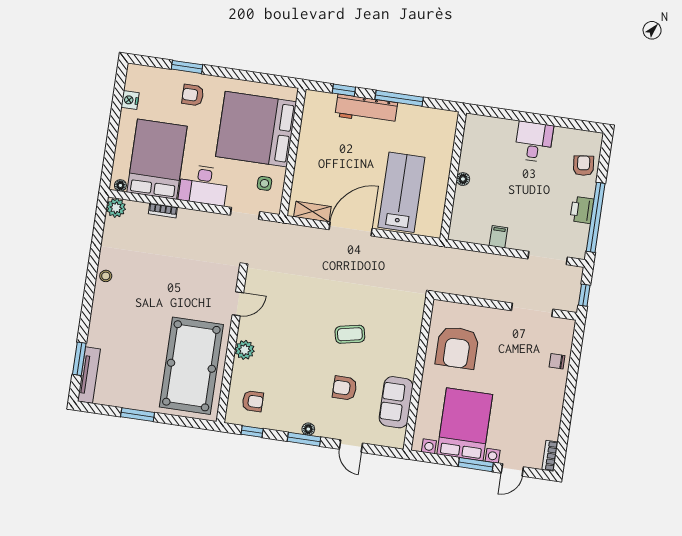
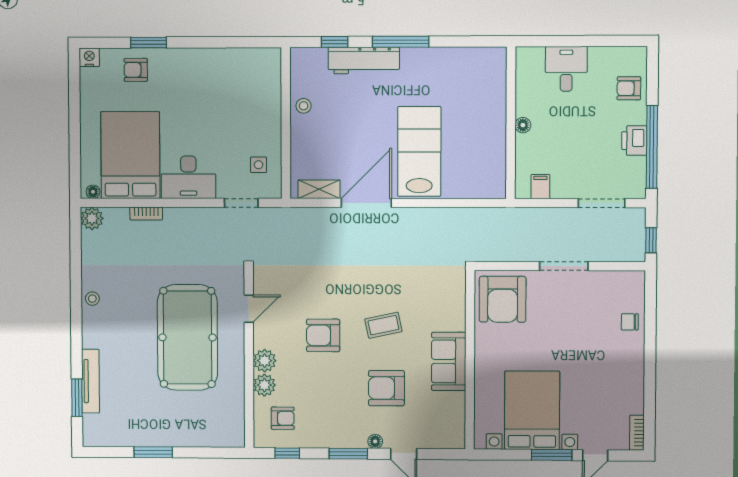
armchair: (193, 95) -> (136, 70), moved
nightstand: (130, 100) -> (89, 57), moved, turned 90
bed: (256, 129) -> (239, 103), removed
stool: (310, 140) -> (304, 106), added
armchair: (584, 166) -> (629, 88), turned -83
wall: (453, 176) -> (511, 123), moved
floor lamp: (463, 179) -> (523, 125), moved
doorway: (532, 310) -> (564, 266), moved
armchair: (298, 336) -> (323, 335), added
armchair: (457, 348) -> (503, 299), moved
pool table: (191, 366) -> (187, 337), moved
plant: (241, 371) -> (264, 385), added
tv unit: (89, 375) -> (91, 381), moved
armchair: (345, 388) -> (386, 388), width x1.38, depth x1.38
sofa: (396, 402) -> (449, 361), moved
floor lamp: (308, 429) -> (375, 441), moved

